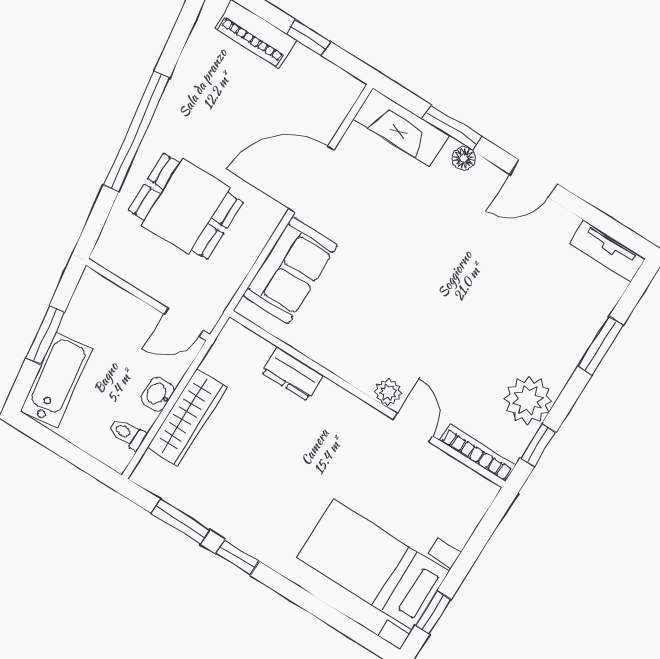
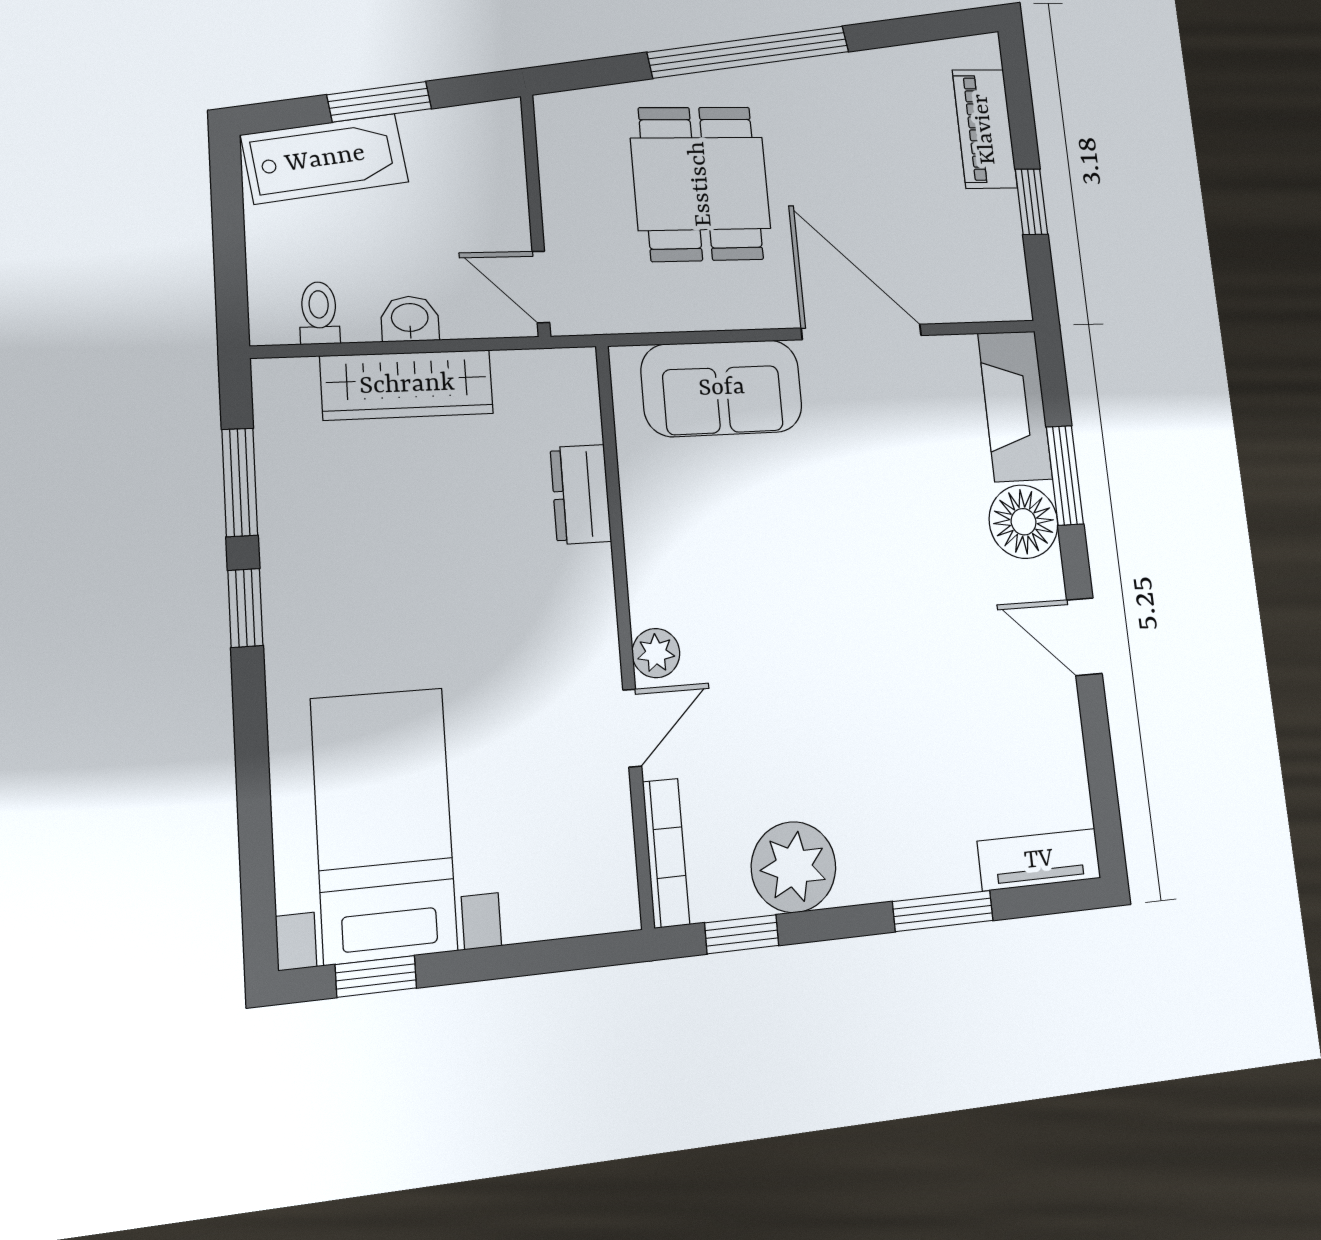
floor lamp: (464, 158) -> (1024, 522), width x1.89, depth x1.89
tv unit: (607, 251) -> (1039, 860), moved, turned 90

